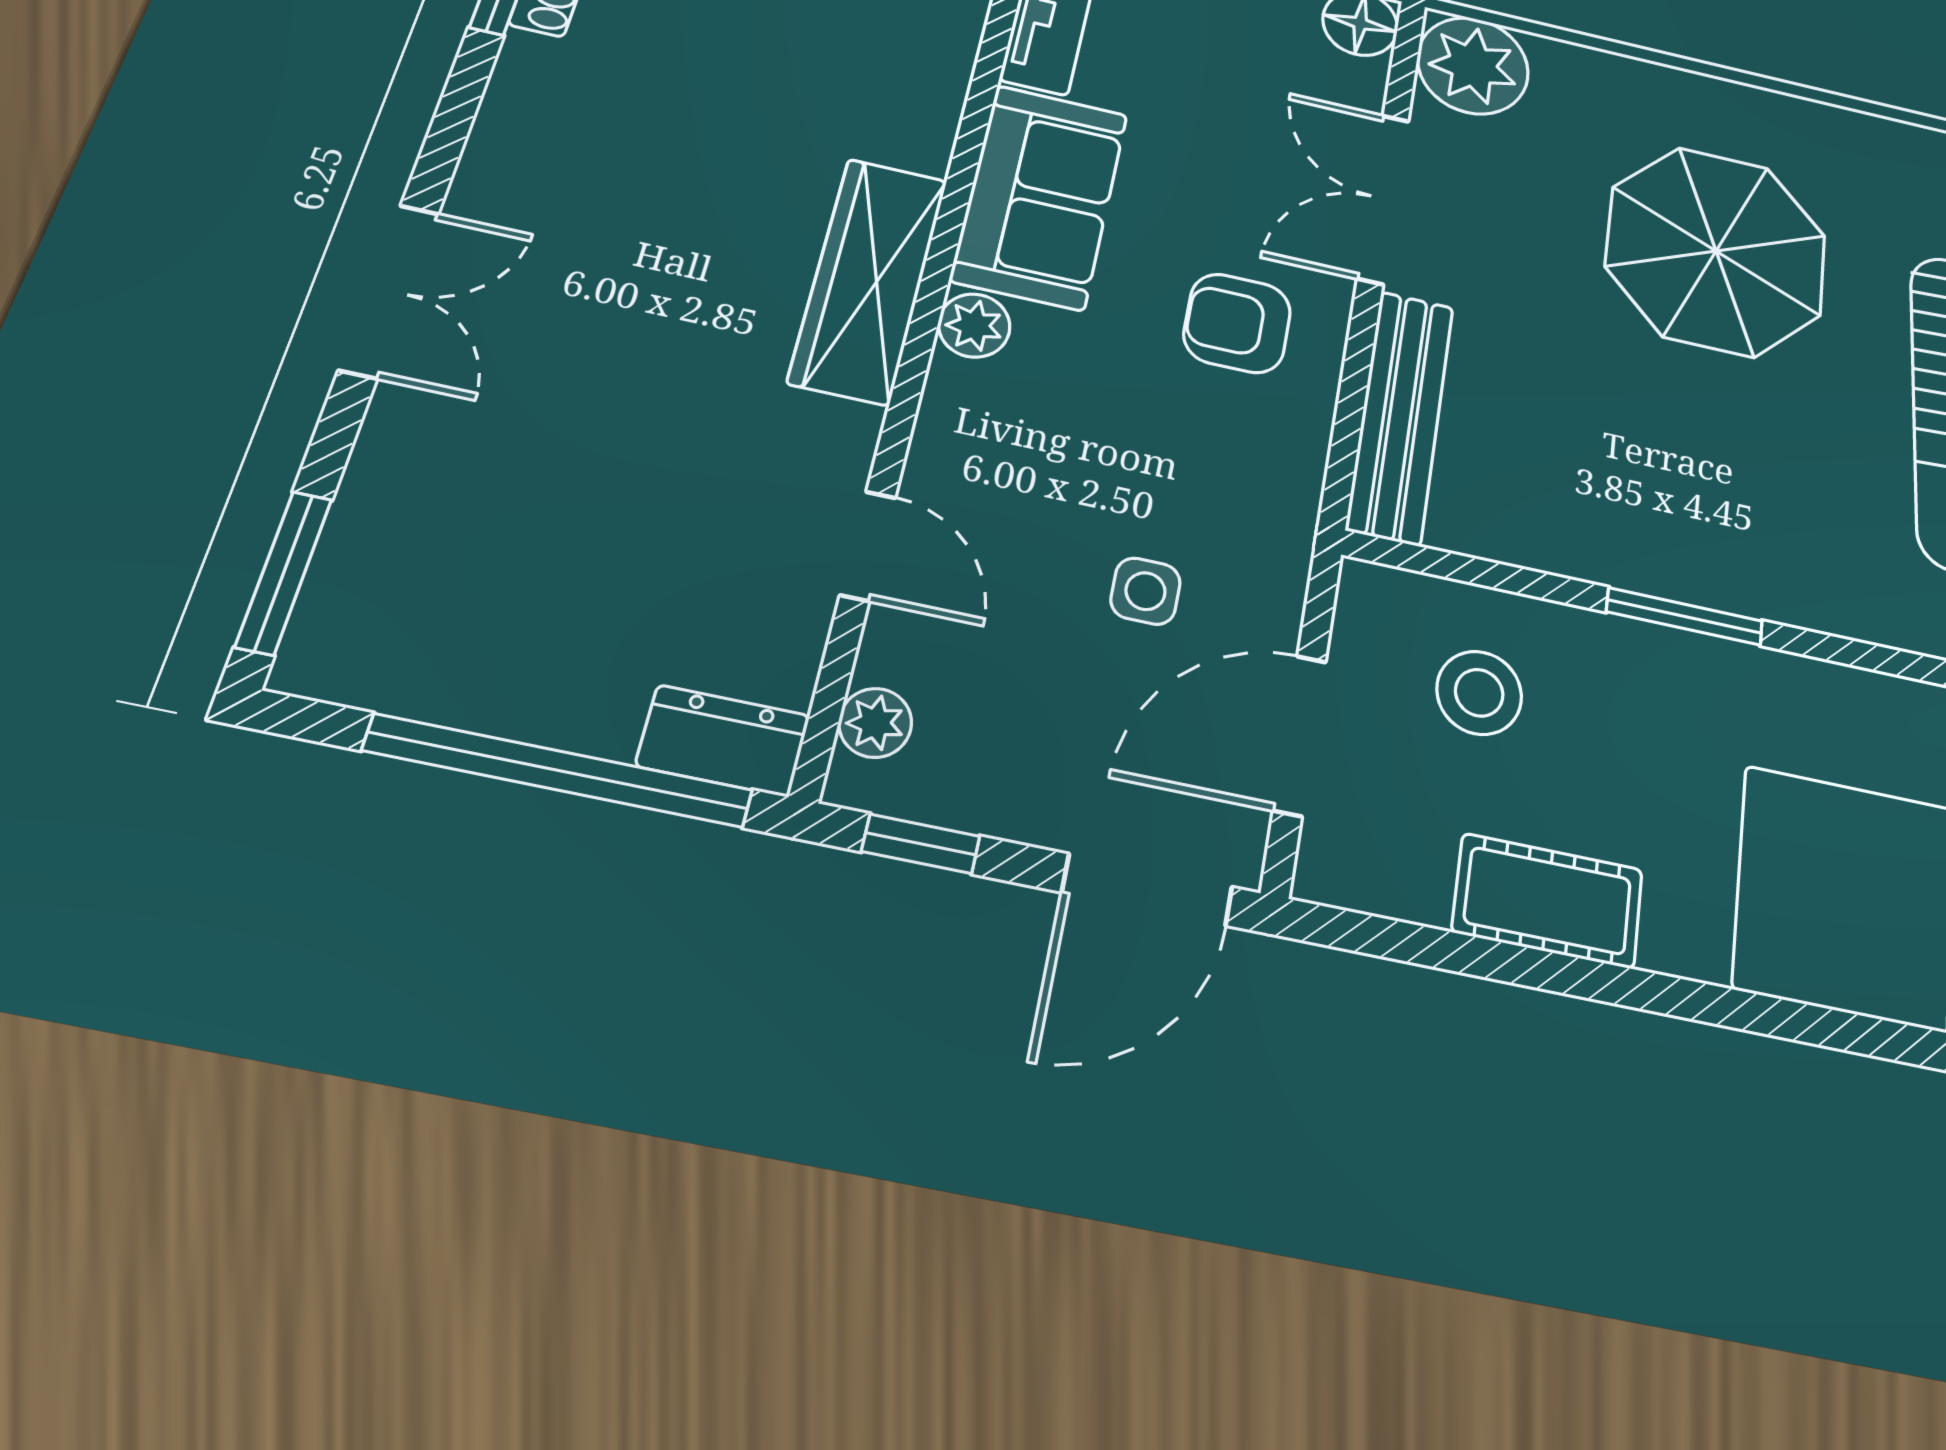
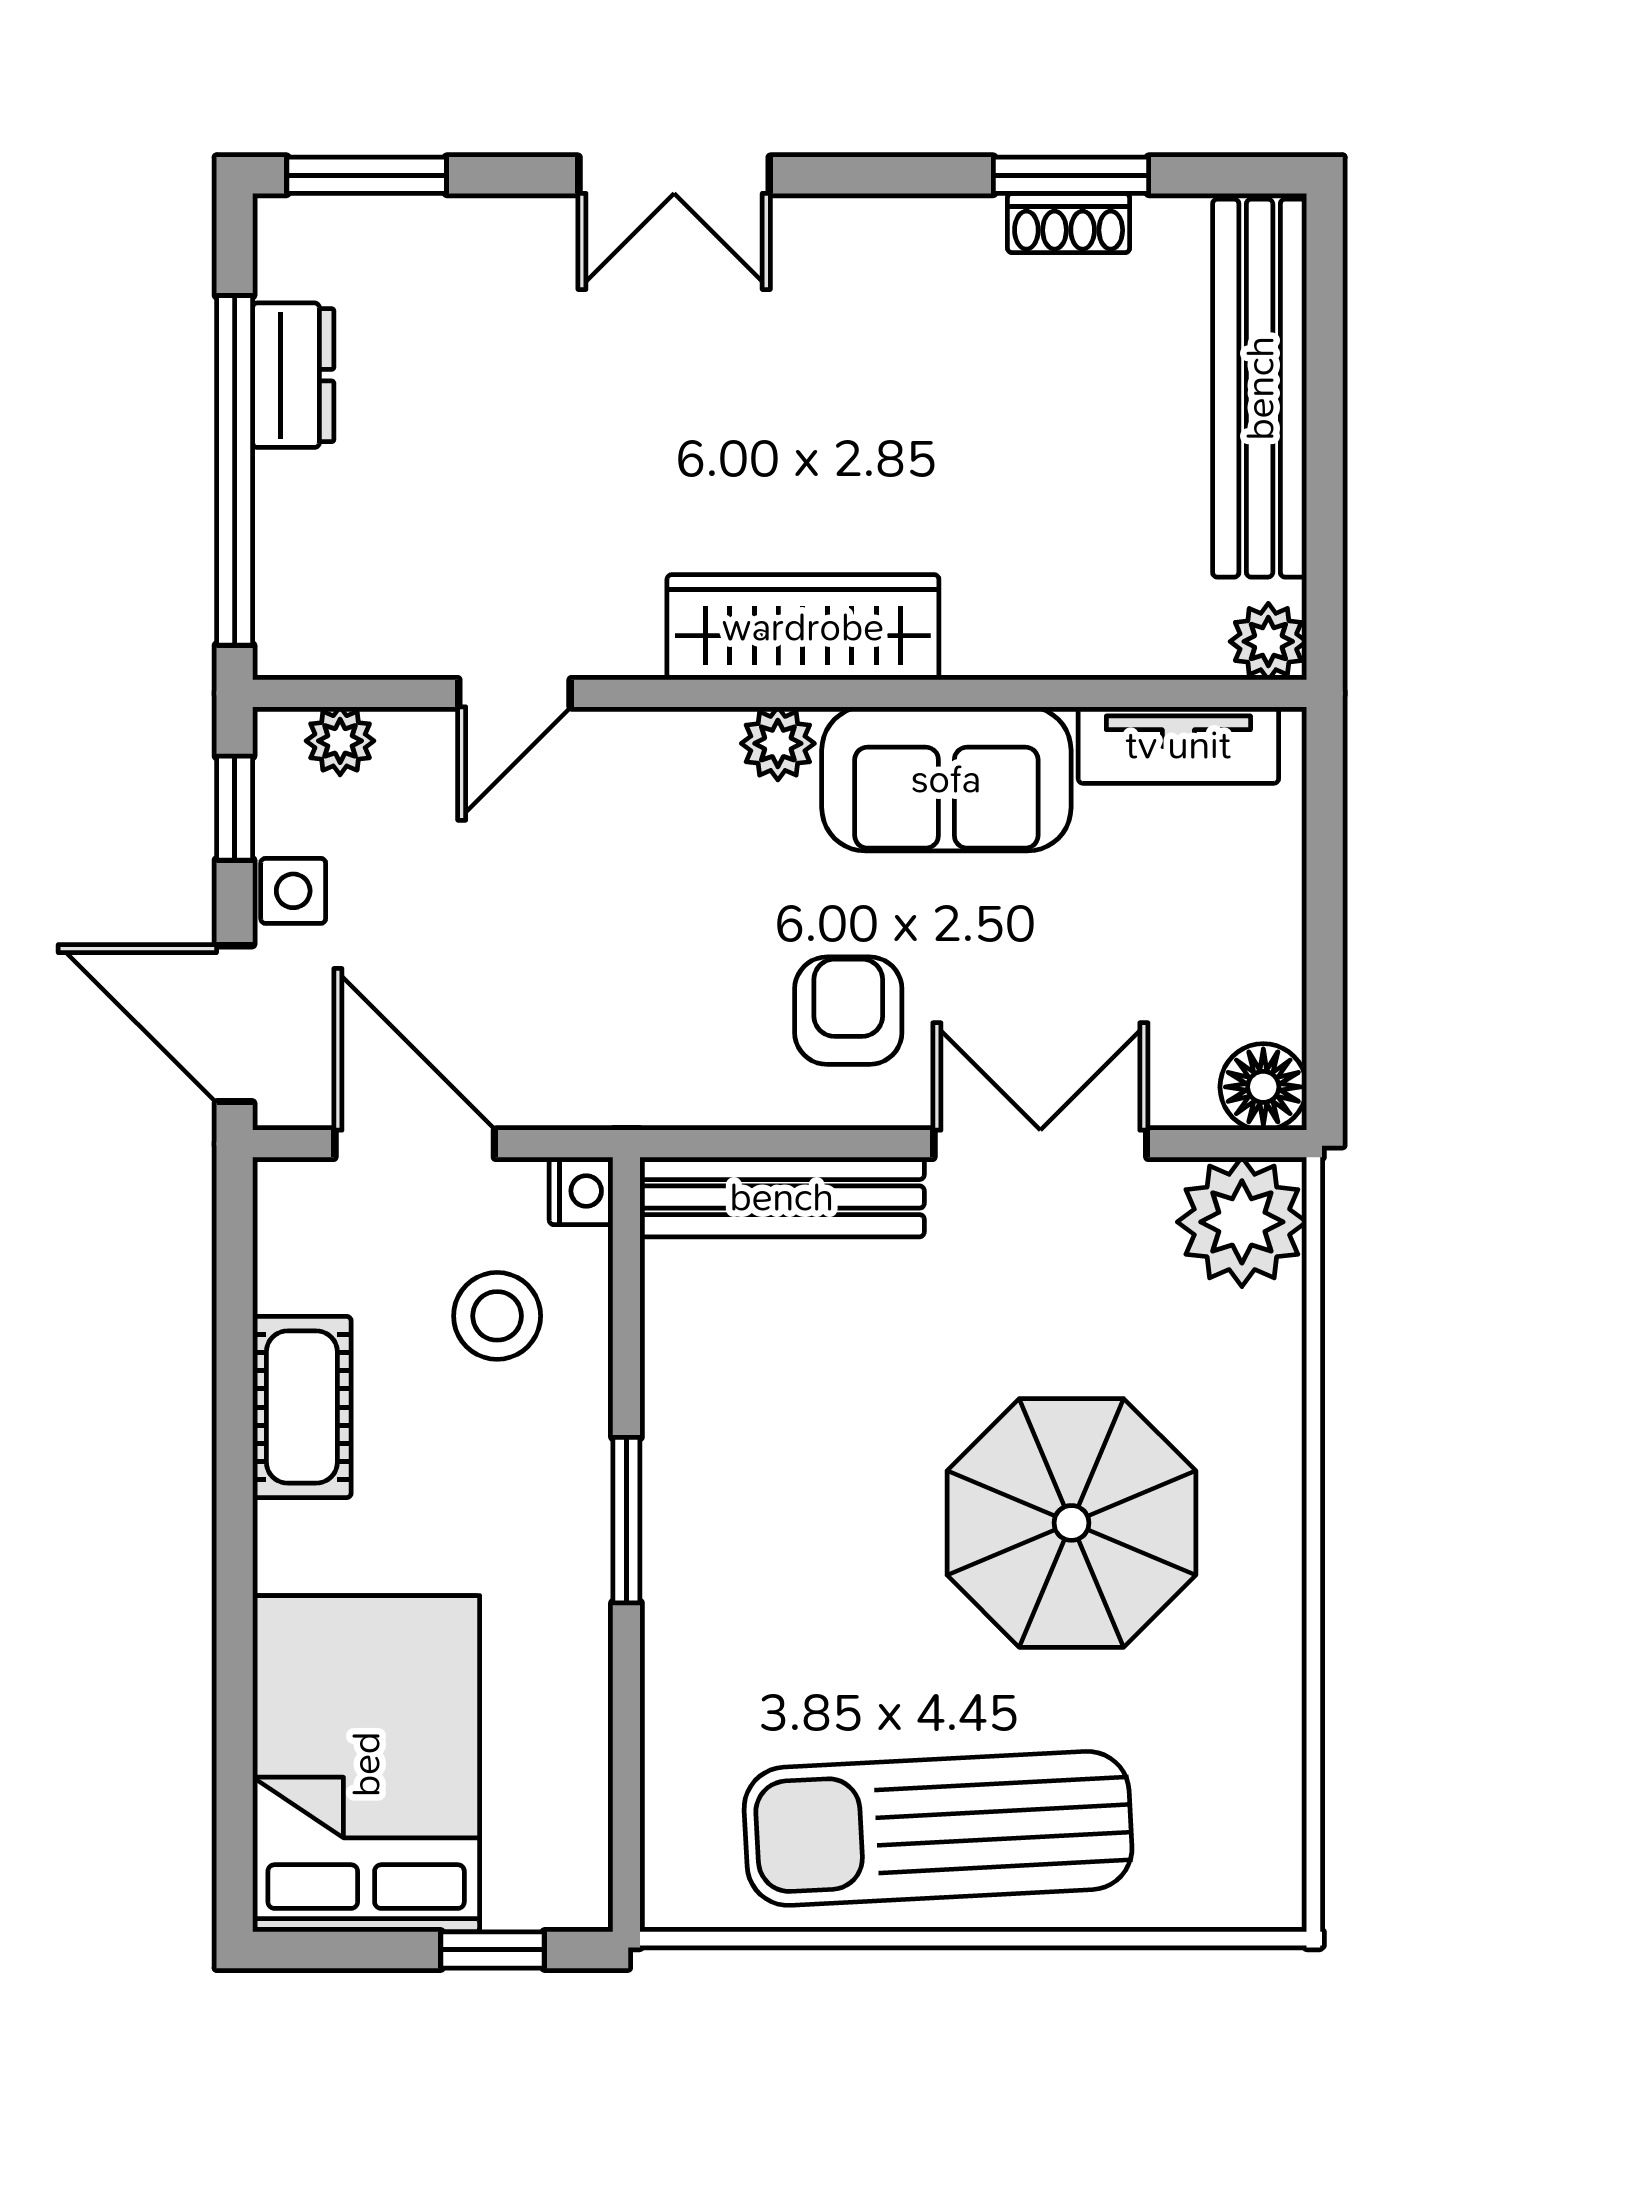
nightstand: (1369, 590) -> (581, 1191), added
side table: (1145, 591) -> (293, 891), moved
dresser: (723, 741) -> (293, 375), moved

